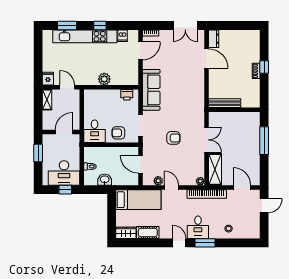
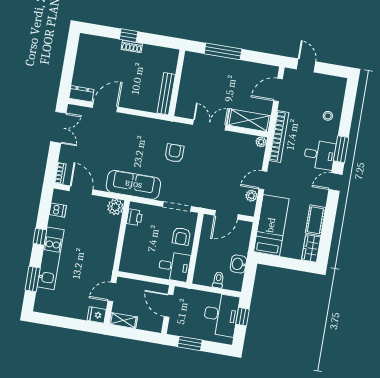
kitchen unit: (85, 36) -> (50, 258), width x0.73
plant: (104, 79) -> (115, 207), moved
armchair: (173, 138) -> (174, 153), moved

